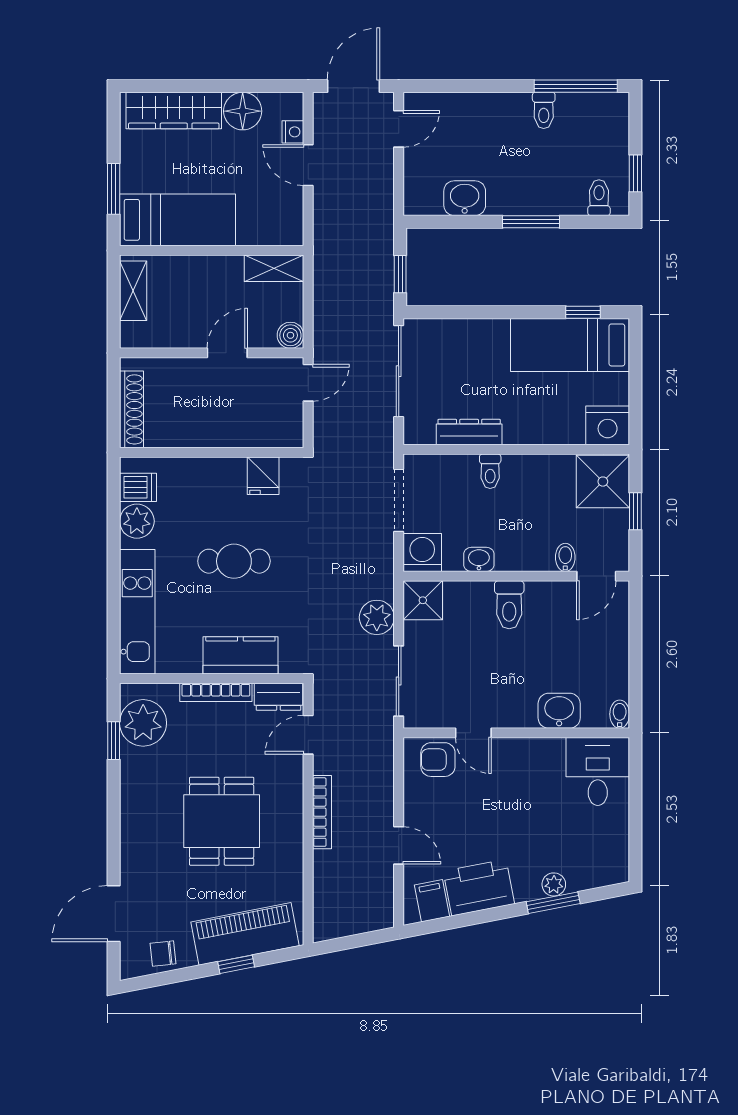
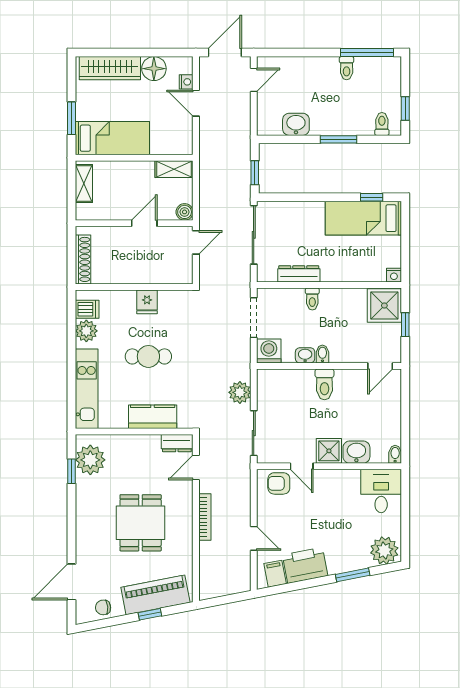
nightstand: (608, 425) -> (394, 275), width x0.53, depth x0.56
fridge: (263, 476) -> (147, 302), moved
bidet: (565, 557) -> (322, 354), moved
shower: (423, 600) -> (329, 451), moved
bookcase: (216, 692) -> (137, 440), removed
plant: (554, 884) -> (384, 550), moved, width x1.88, depth x1.88

